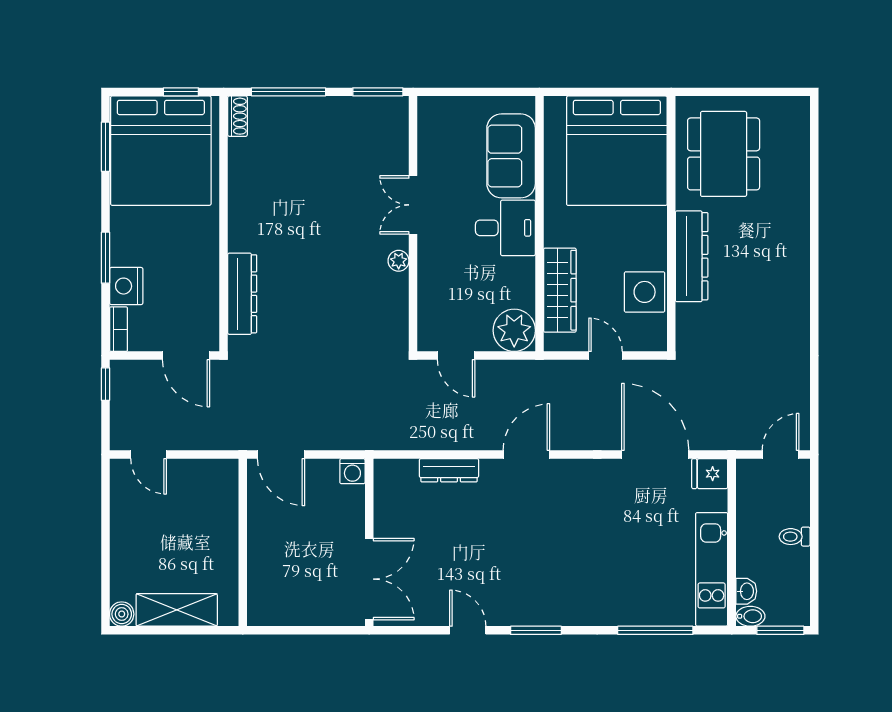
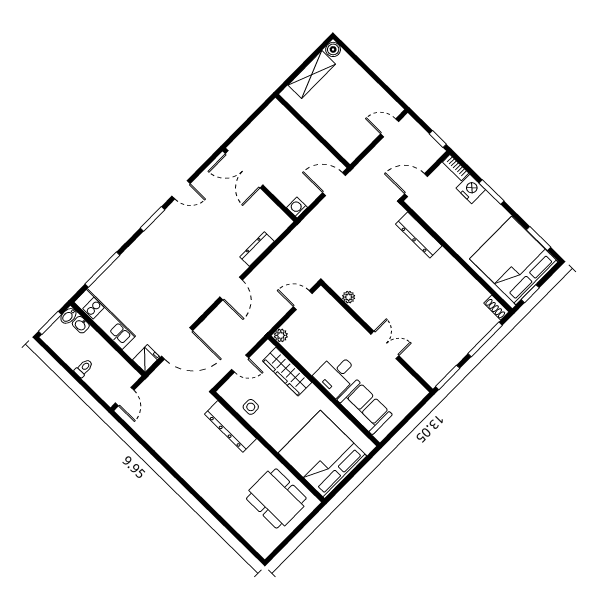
dresser: (692, 256) -> (230, 426), moved
plant: (399, 261) -> (349, 297), moved
side table: (645, 292) -> (251, 407), width x0.54, depth x0.54
plant: (514, 330) -> (281, 335), width x0.53, depth x0.53

